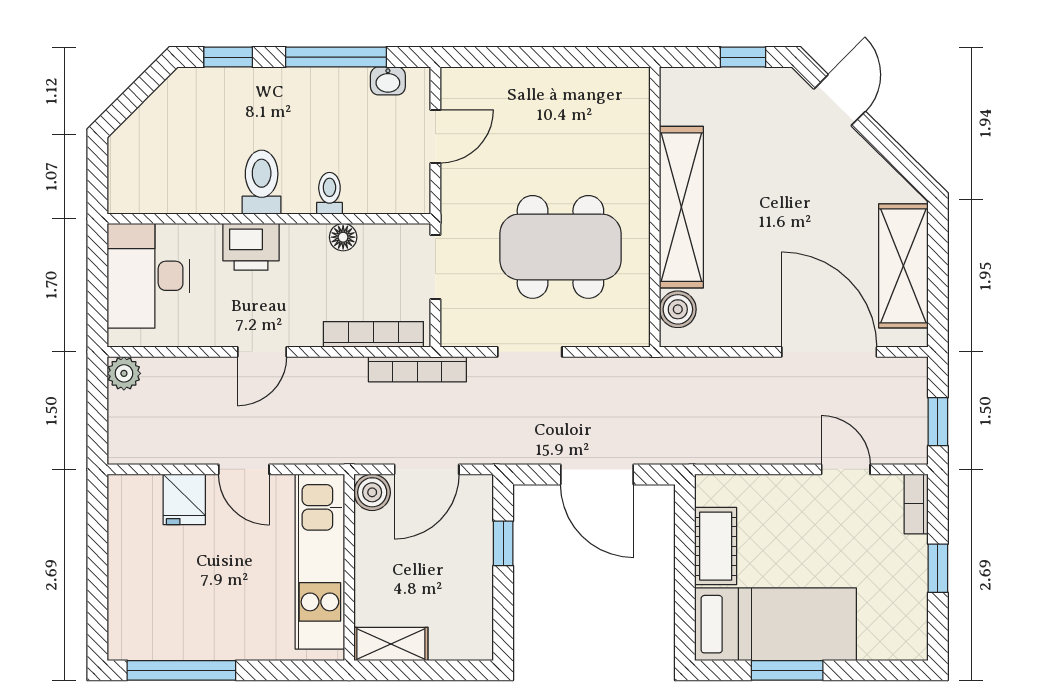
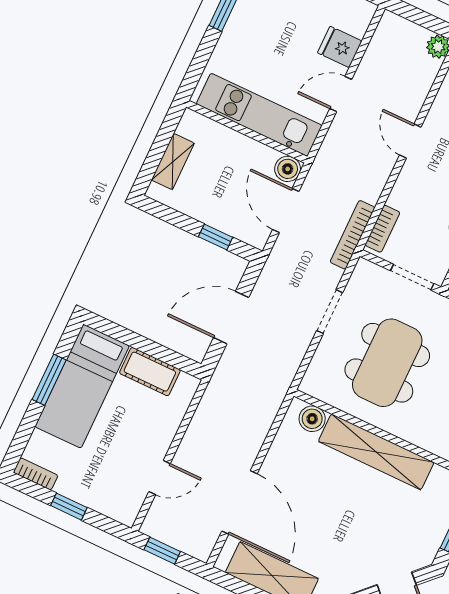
bookcase: (373, 334) -> (382, 229), width x0.64
door: (829, 352) -> (239, 502), hinge flipped
bookcase: (916, 504) -> (36, 474), moved
shelving: (391, 644) -> (173, 162), moved

